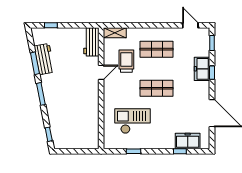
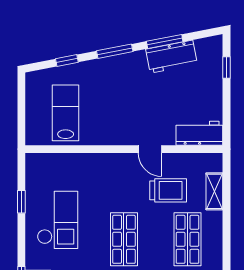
shelving: (115, 33) -> (214, 191), moved
checkout: (132, 121) -> (58, 220), moved
lab bench: (79, 124) -> (66, 113), added
window: (49, 134) -> (67, 60), moved

